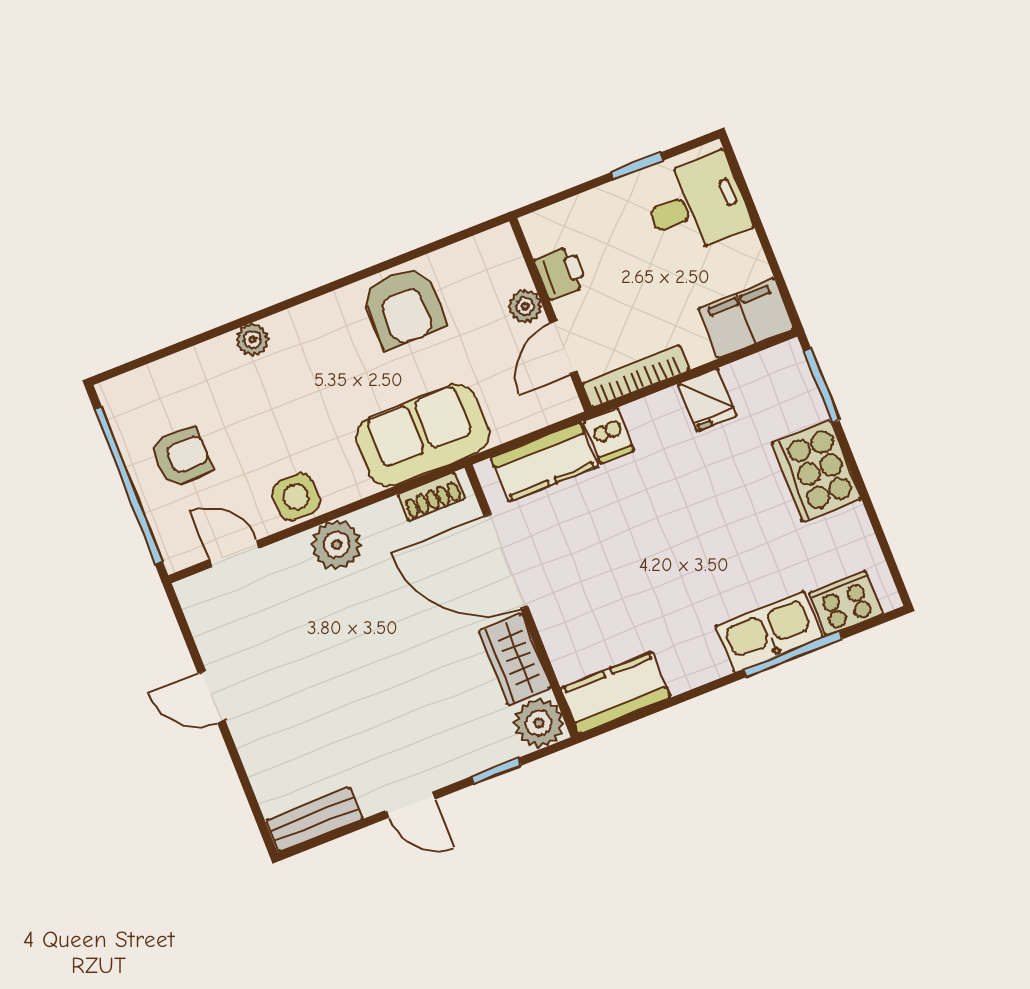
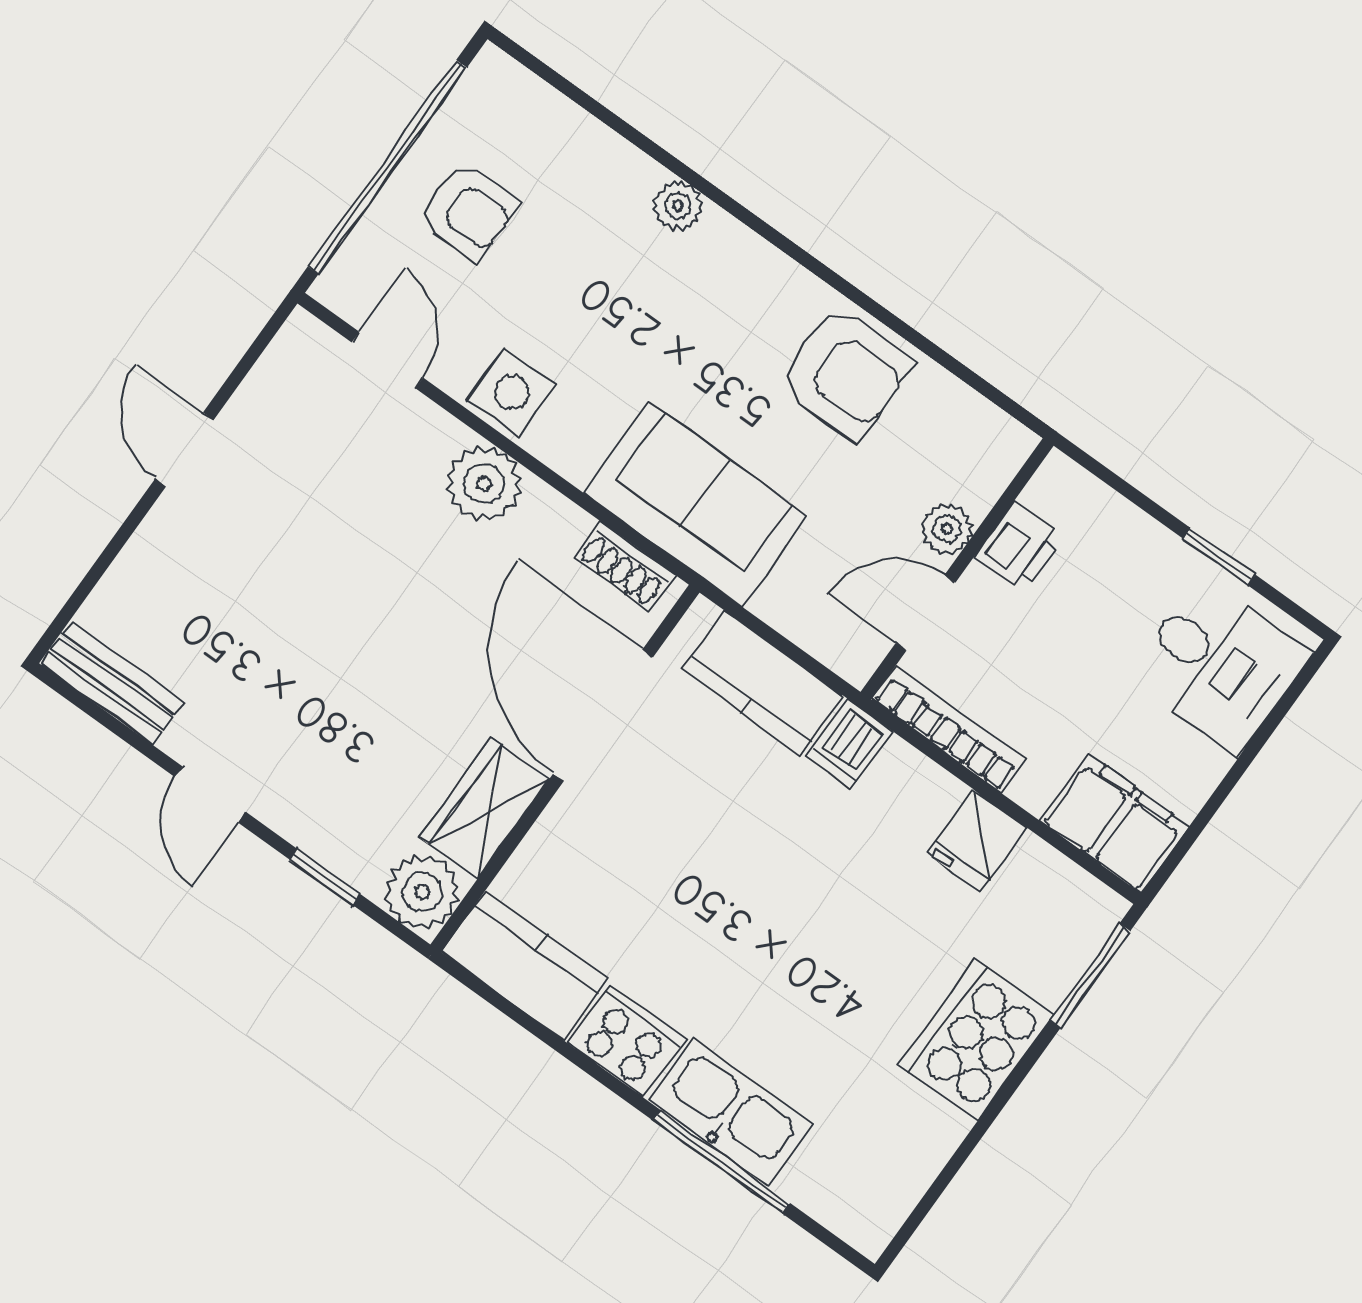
armchair: (403, 307) -> (845, 373), turned -90
cooker: (846, 603) -> (627, 1041), moved

